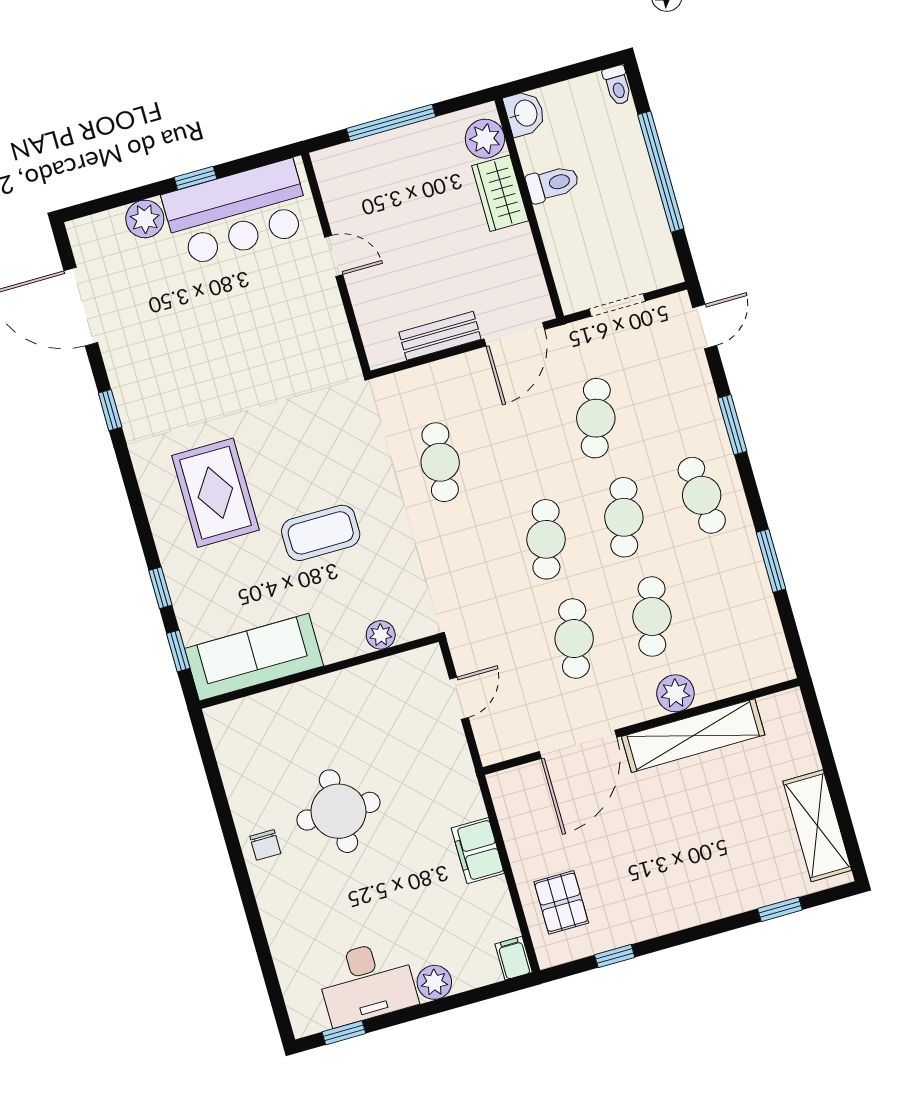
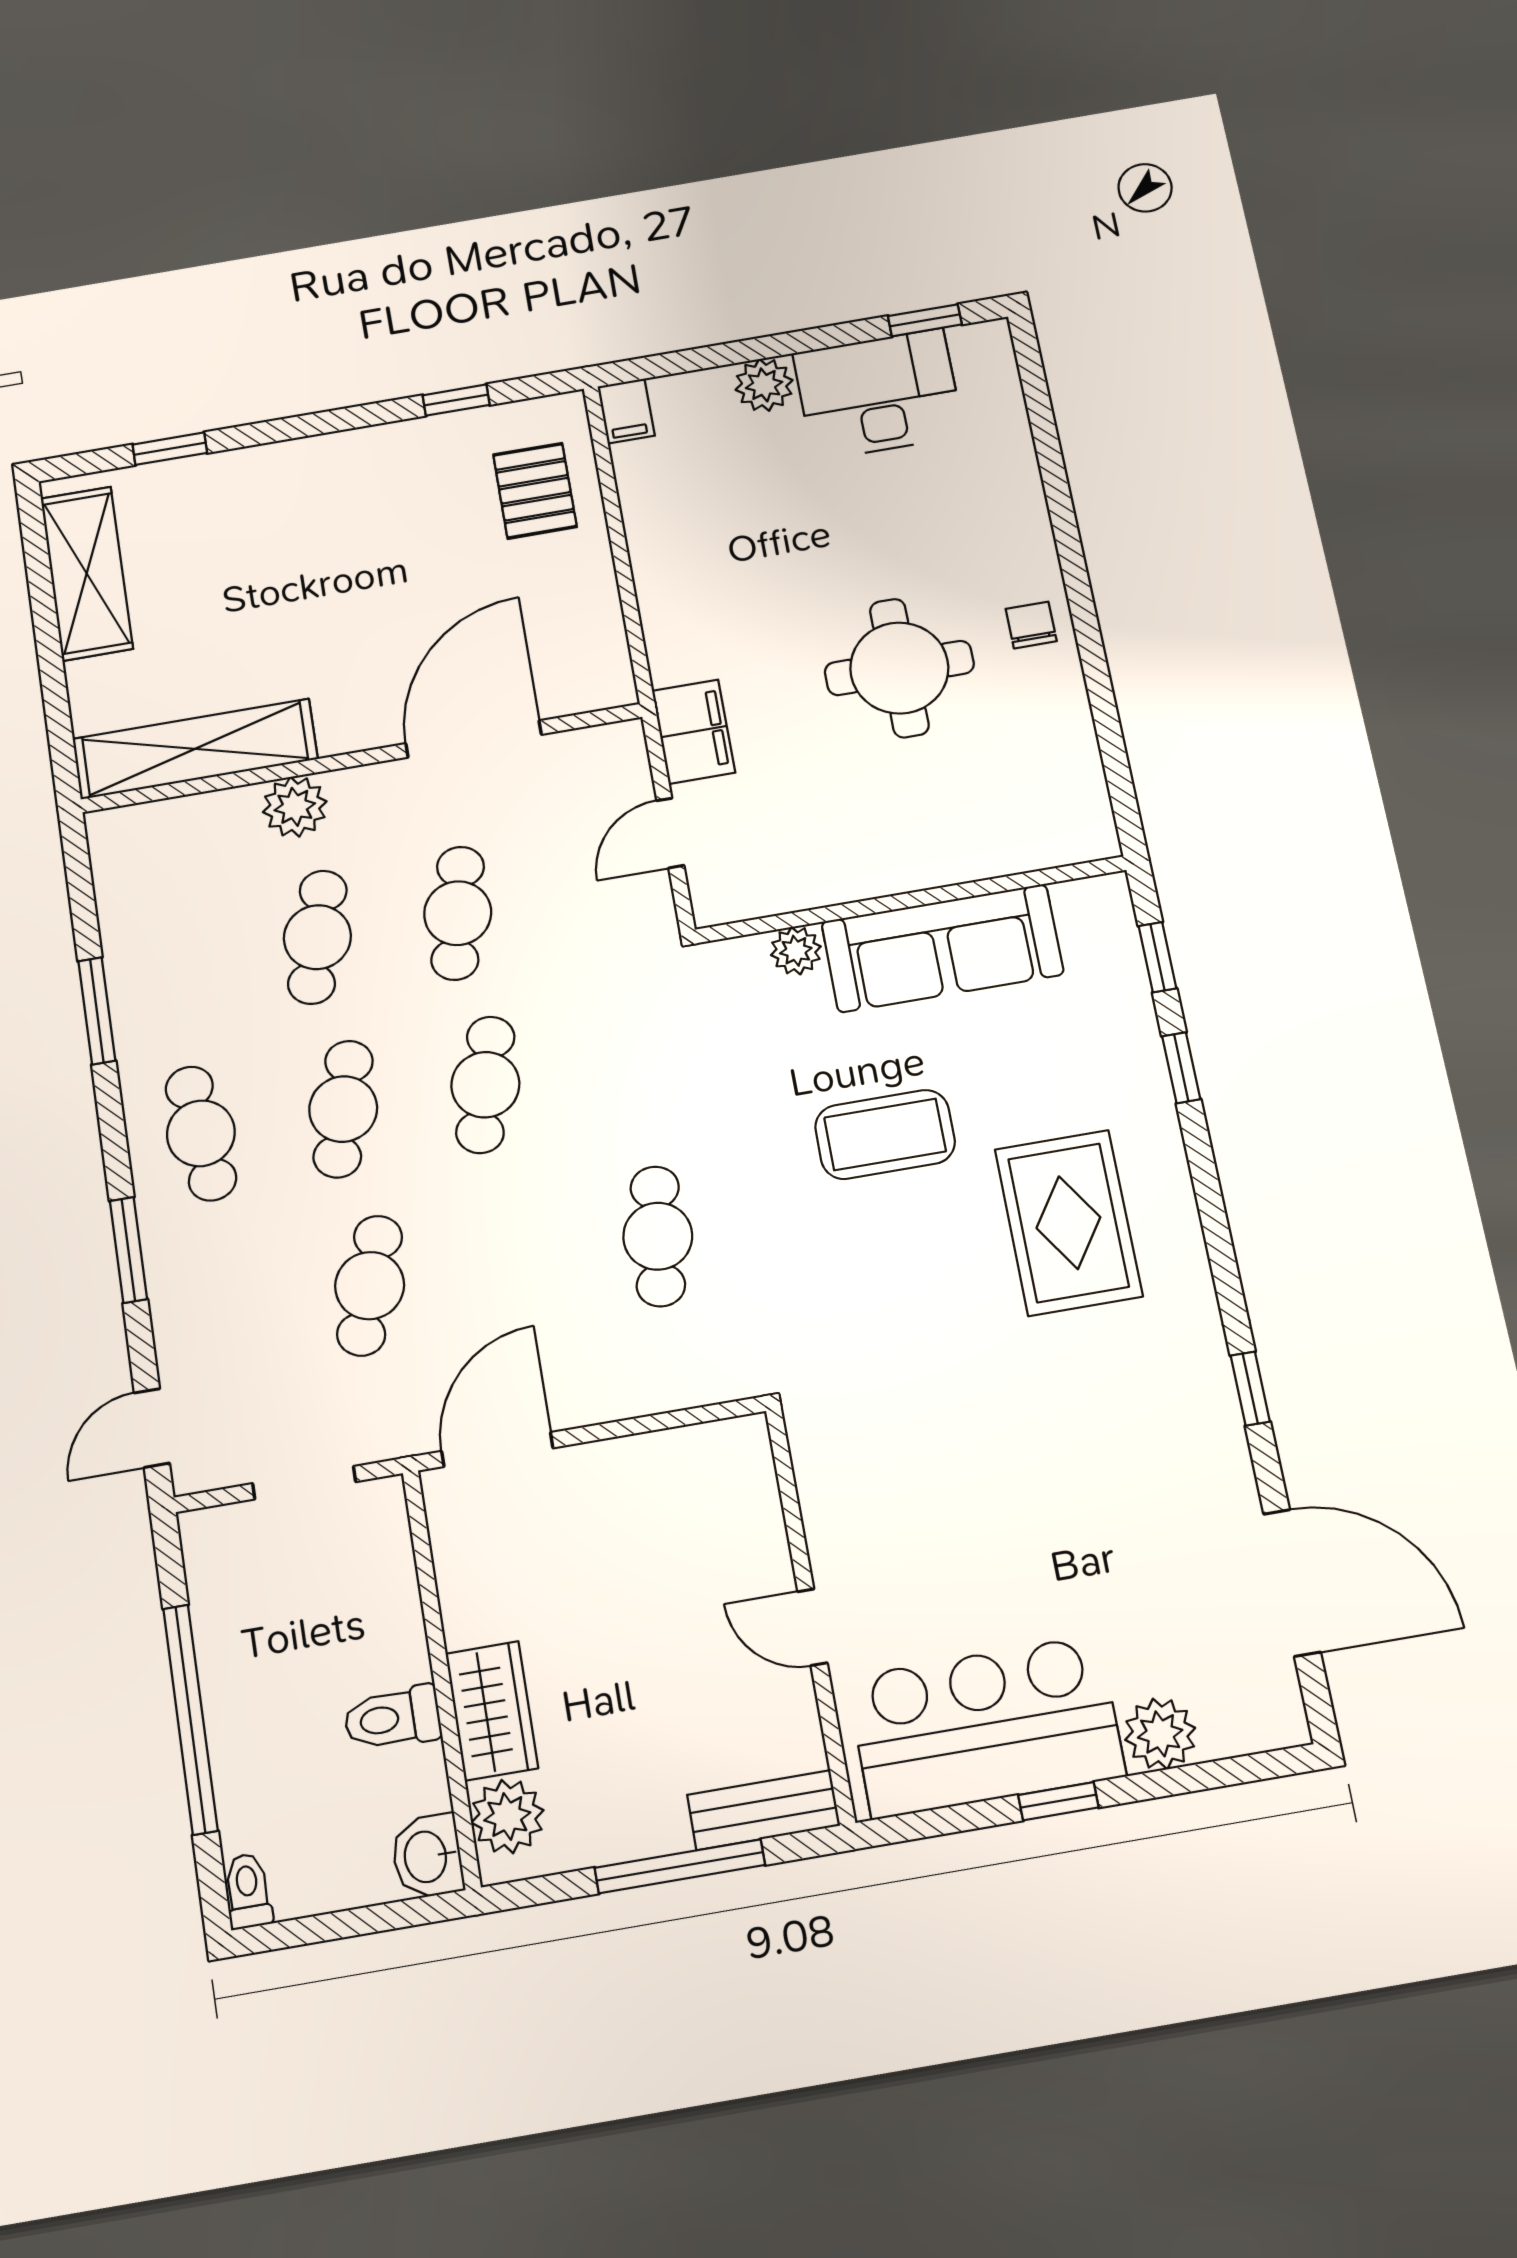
bench: (440, 336) -> (764, 1810), moved
sofa: (254, 657) -> (942, 948), moved
shelving: (693, 736) -> (195, 749), moved
filing cabinet: (478, 851) -> (694, 732), moved

